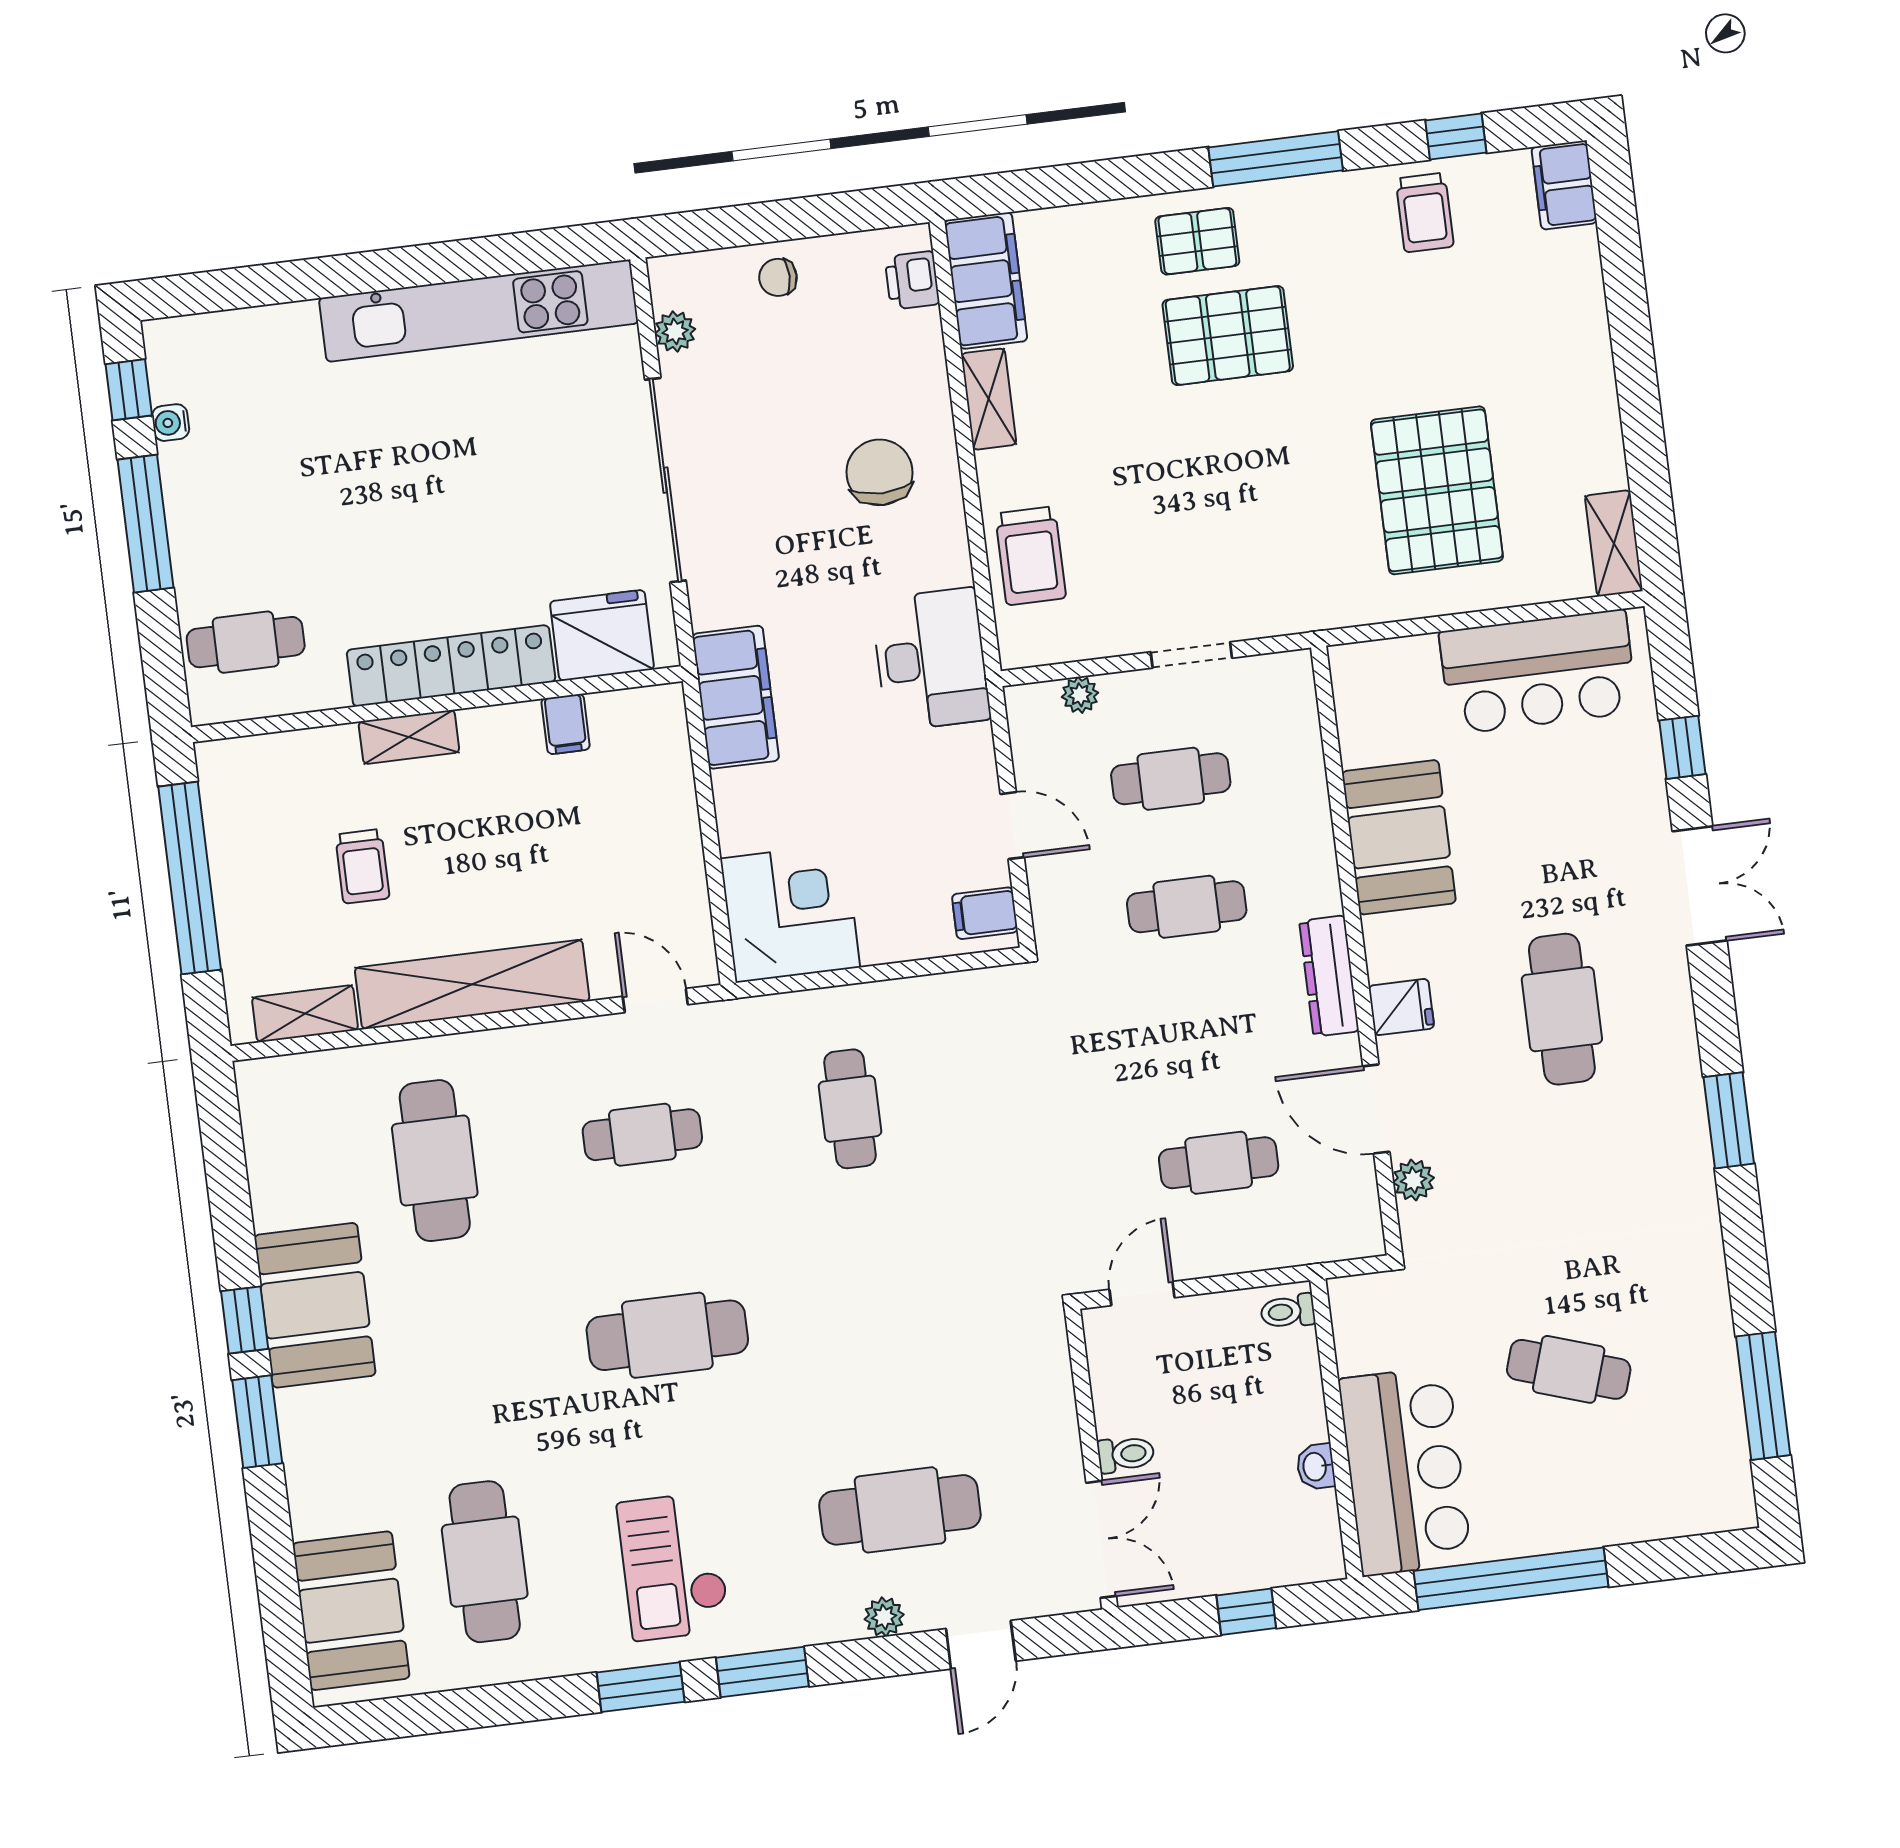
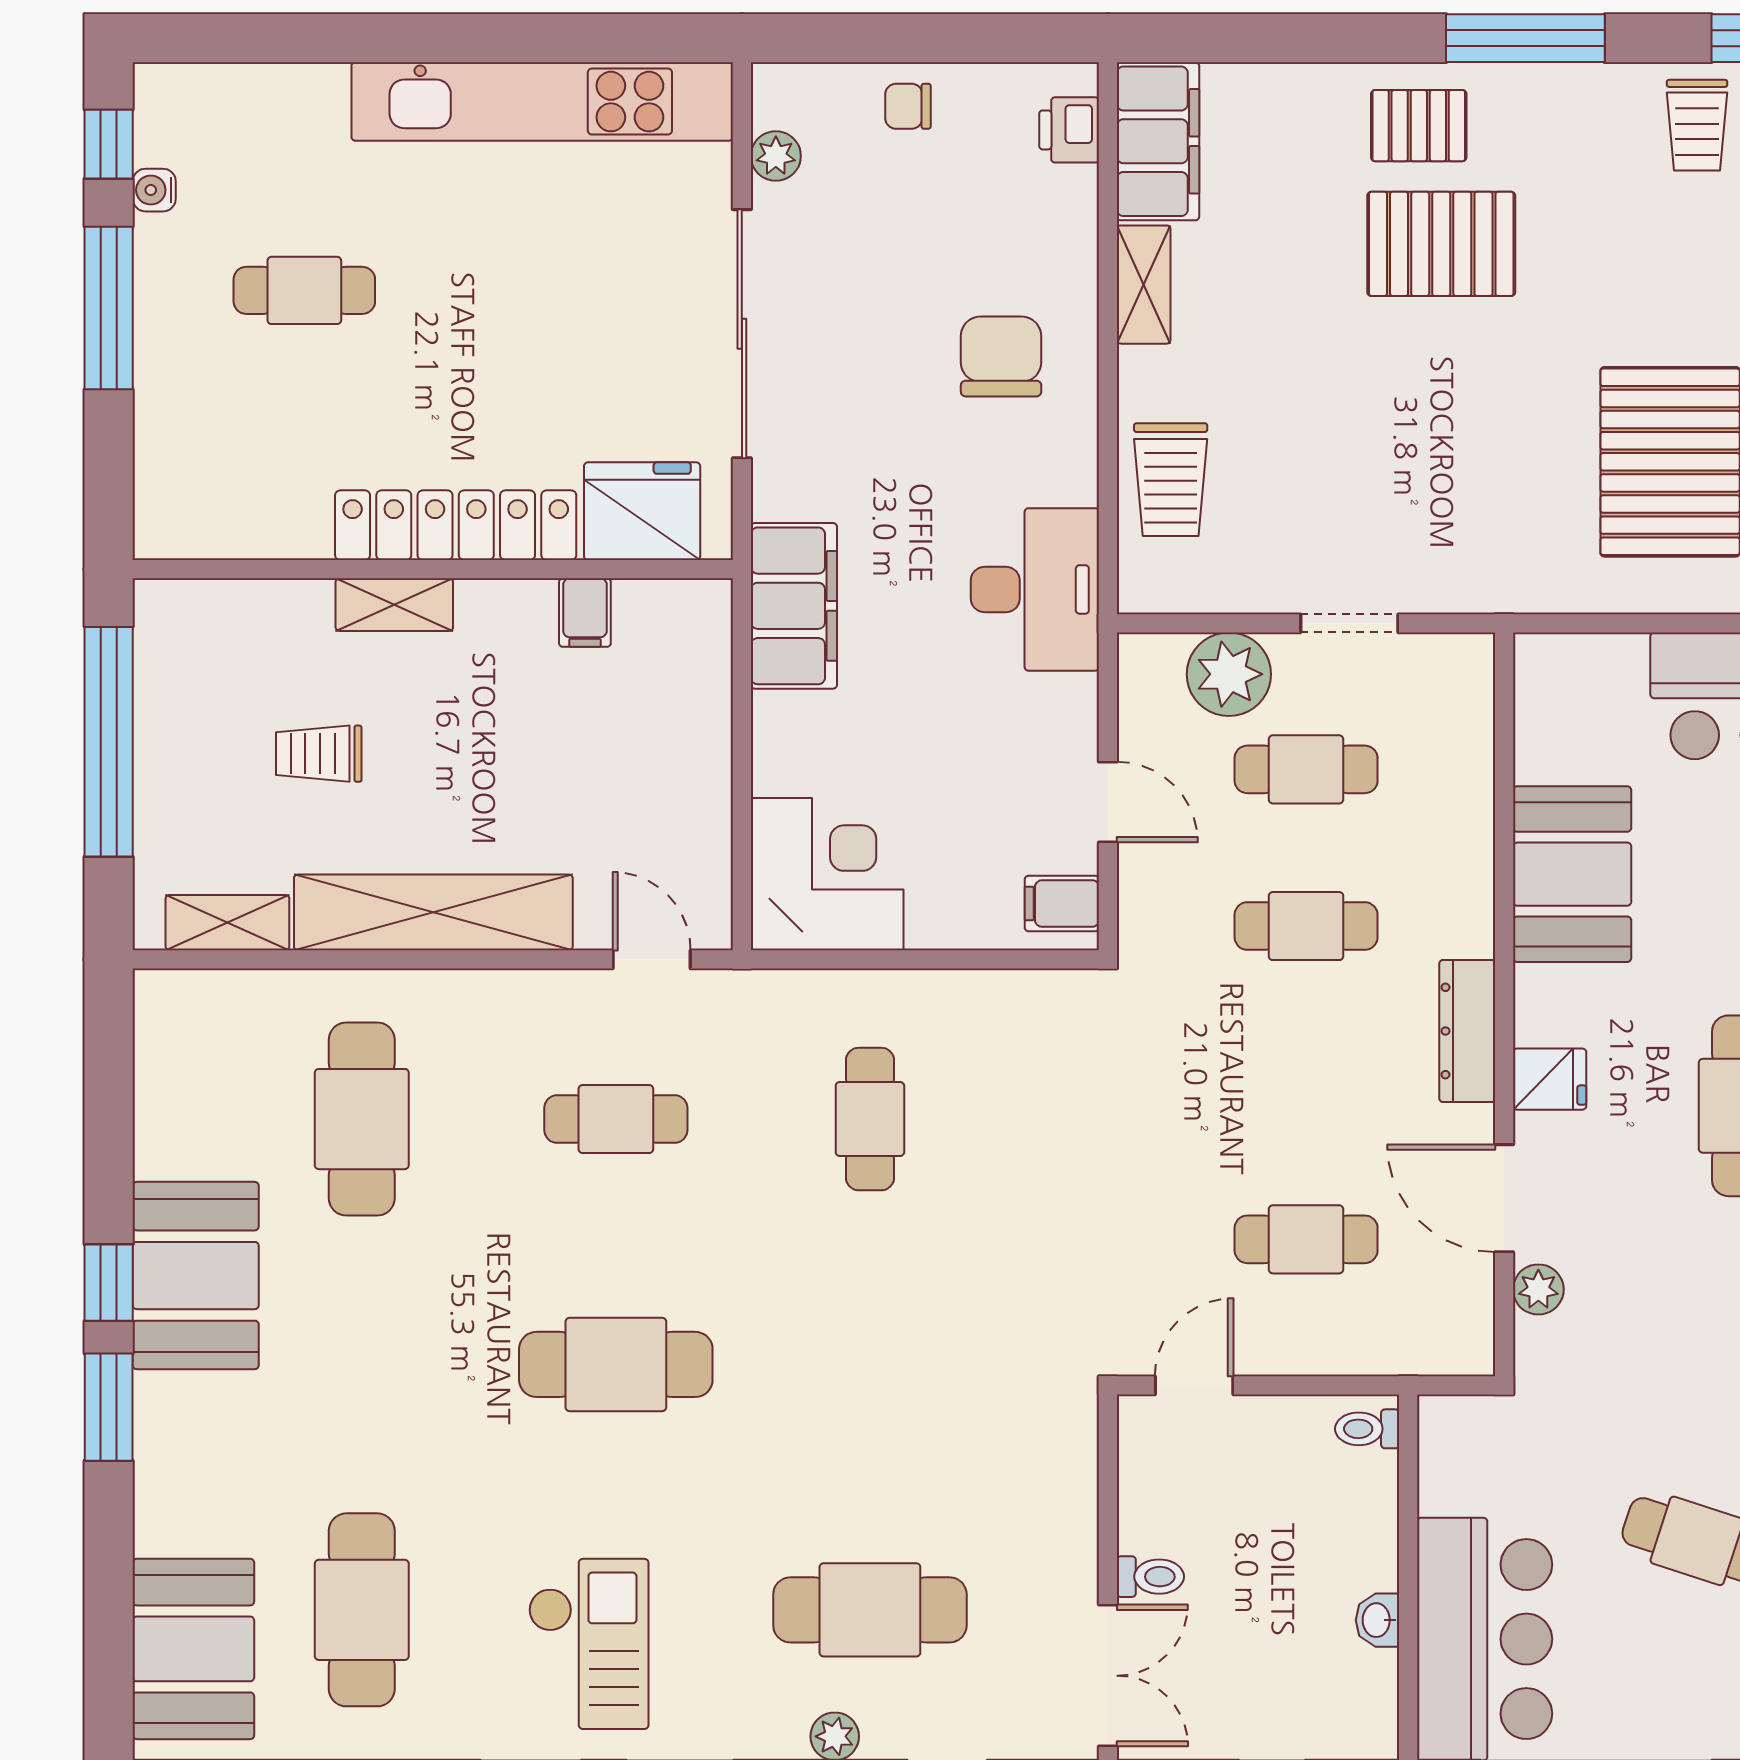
cafe table: (246, 642) -> (304, 290), moved
plant: (1080, 695) -> (1229, 674), width x1.88, depth x1.88
trolley: (362, 866) -> (319, 754), turned 90
checkout: (673, 1566) -> (589, 1644), turned 180

